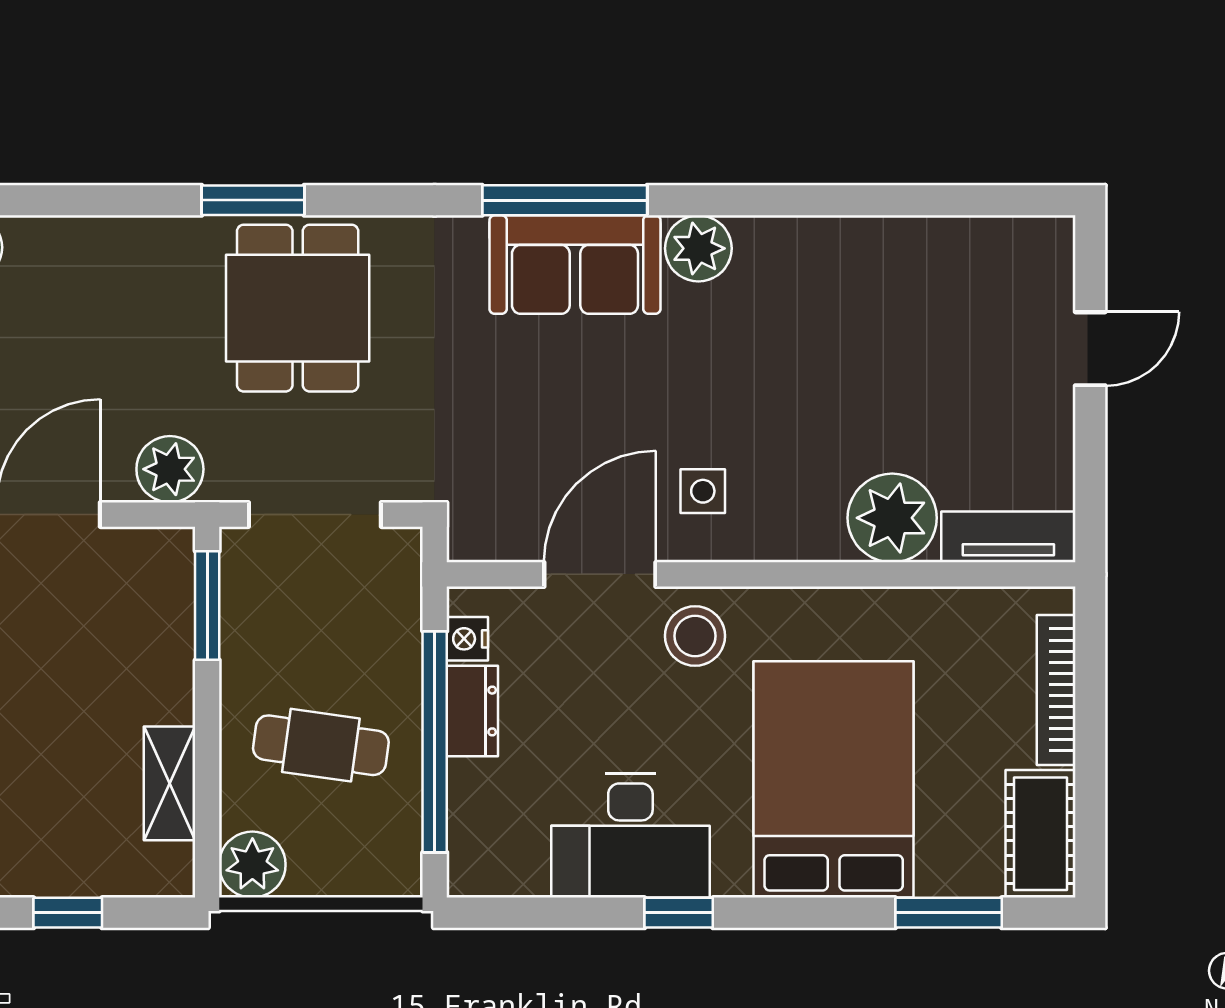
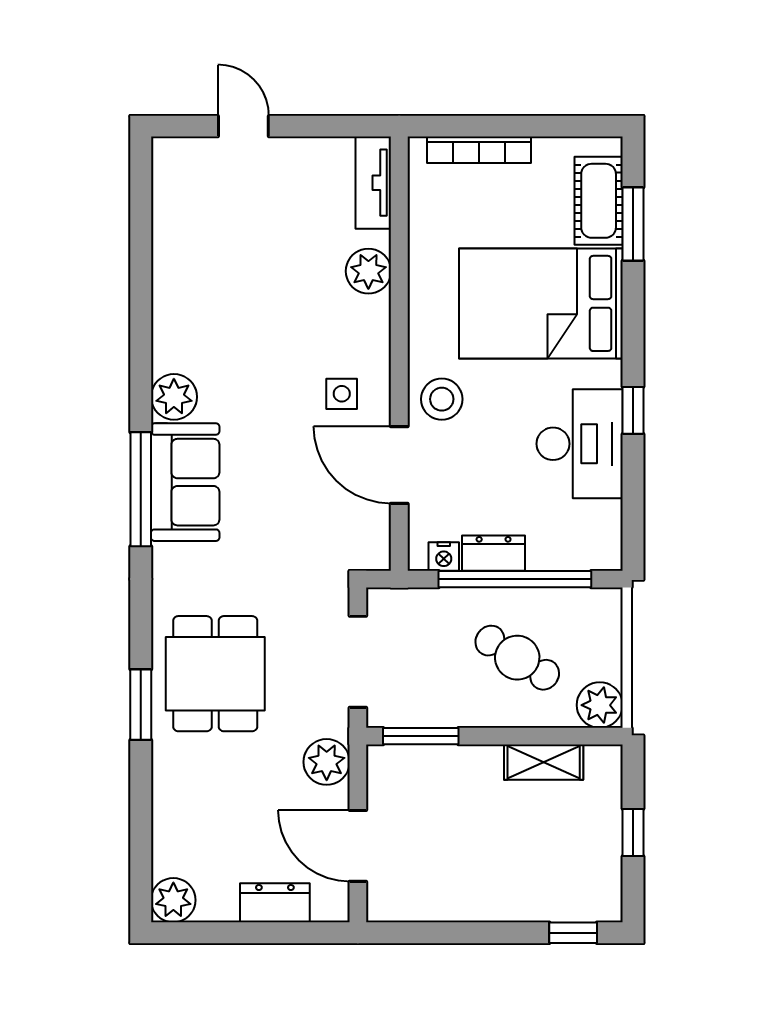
dining table: (298, 308) -> (215, 674), turned 90
plant: (892, 518) -> (368, 271), width x0.73, depth x0.73
cafe table: (321, 745) -> (517, 658), turned -66
cot: (1041, 834) -> (599, 201), moved, turned 90

